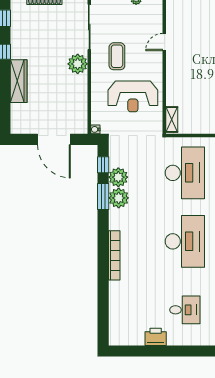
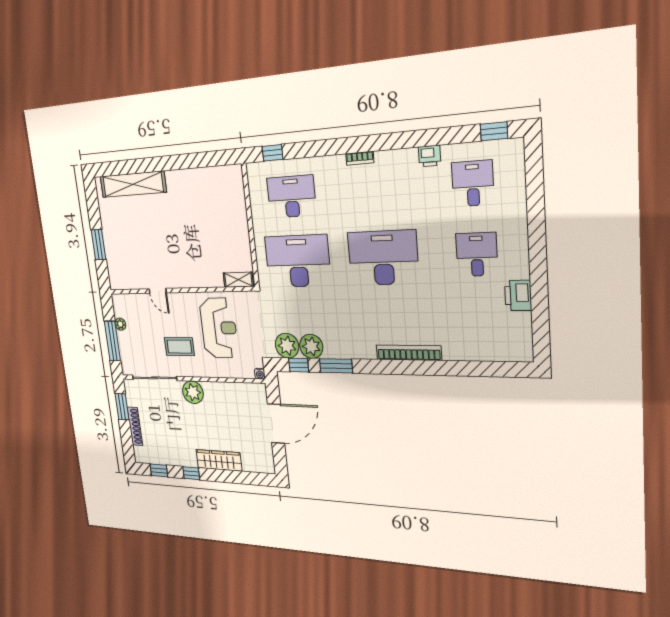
plant: (119, 198) -> (287, 346), moved

